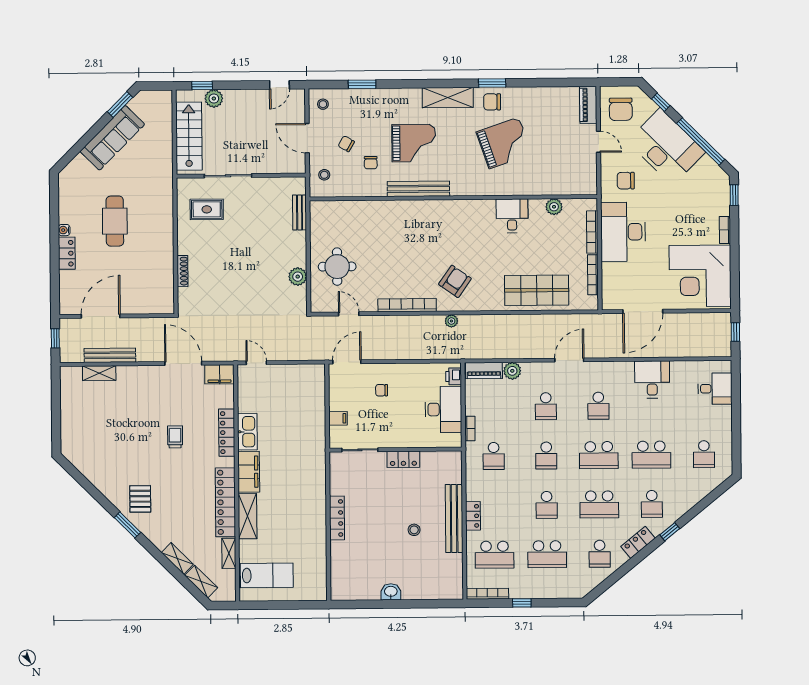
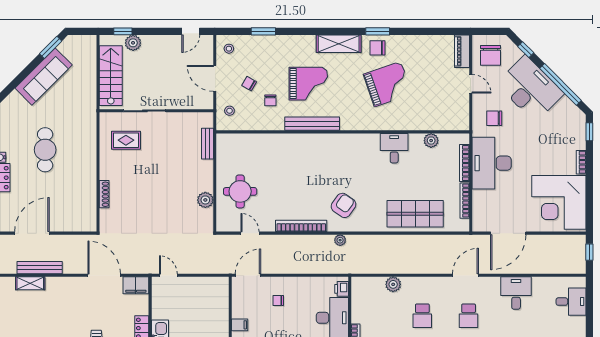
door: (569, 360) -> (465, 275), moved
piano: (484, 371) -> (368, 284), removed

